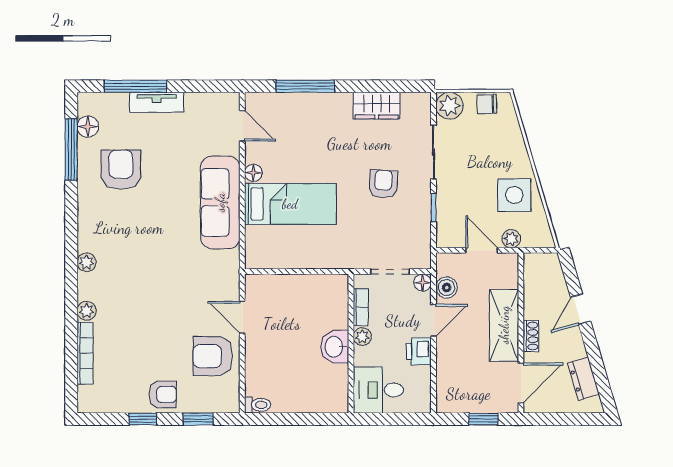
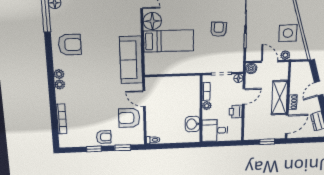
armchair: (121, 170) -> (70, 45), moved, turned 90
floor lamp: (253, 173) -> (152, 21), width x1.89, depth x1.89
sofa: (220, 202) -> (131, 60), moved
boiler: (447, 287) -> (251, 68), moved
plant: (87, 311) -> (60, 85), moved
washbasin: (335, 347) -> (193, 124), moved

